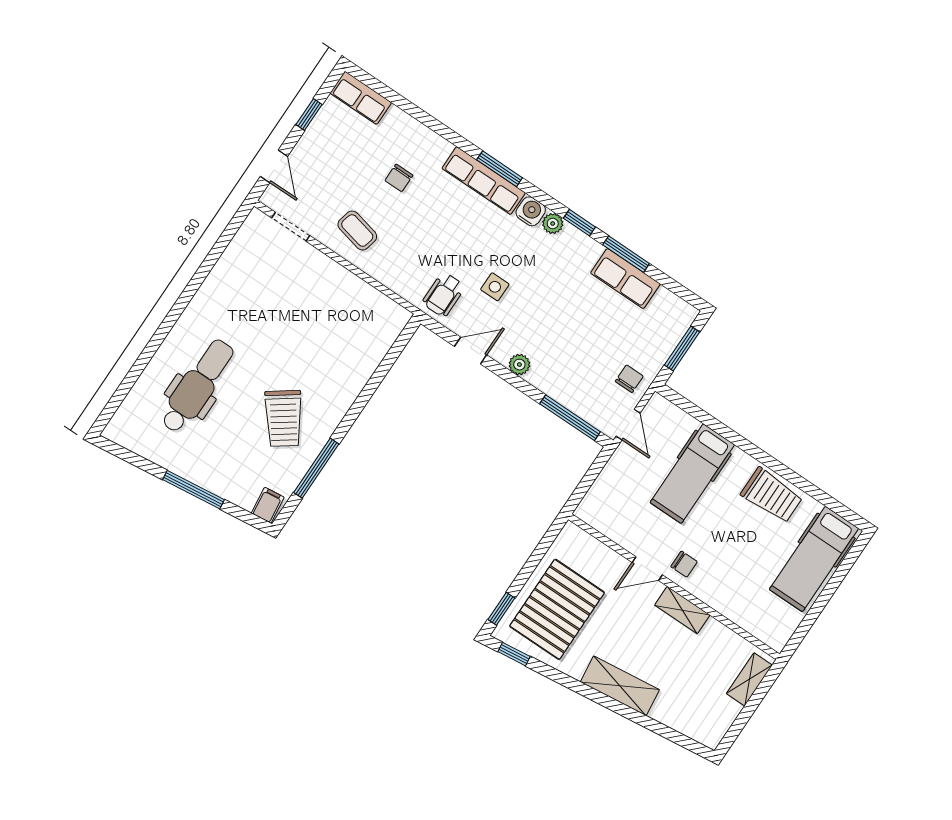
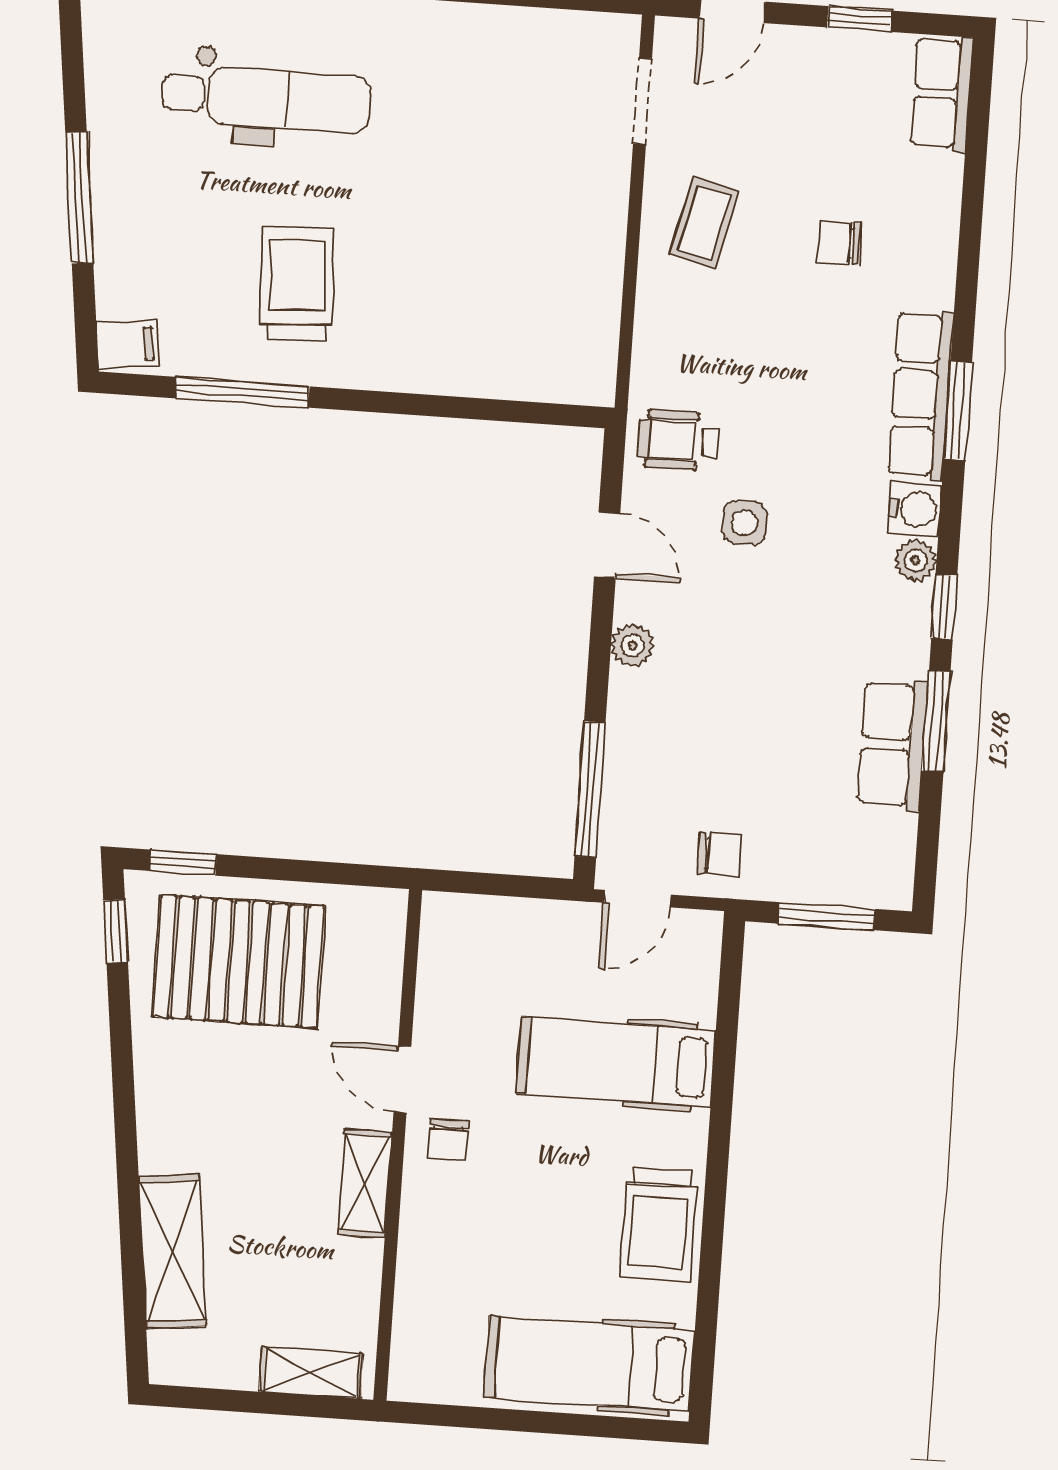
trolley: (284, 418) -> (297, 284), turned 123
shelving: (620, 686) -> (173, 1251), moved

